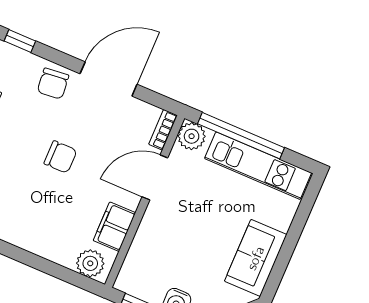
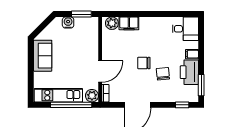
chair: (53, 84) -> (163, 74), moved
filing cabinet: (114, 227) -> (129, 23), moved, turned 90

